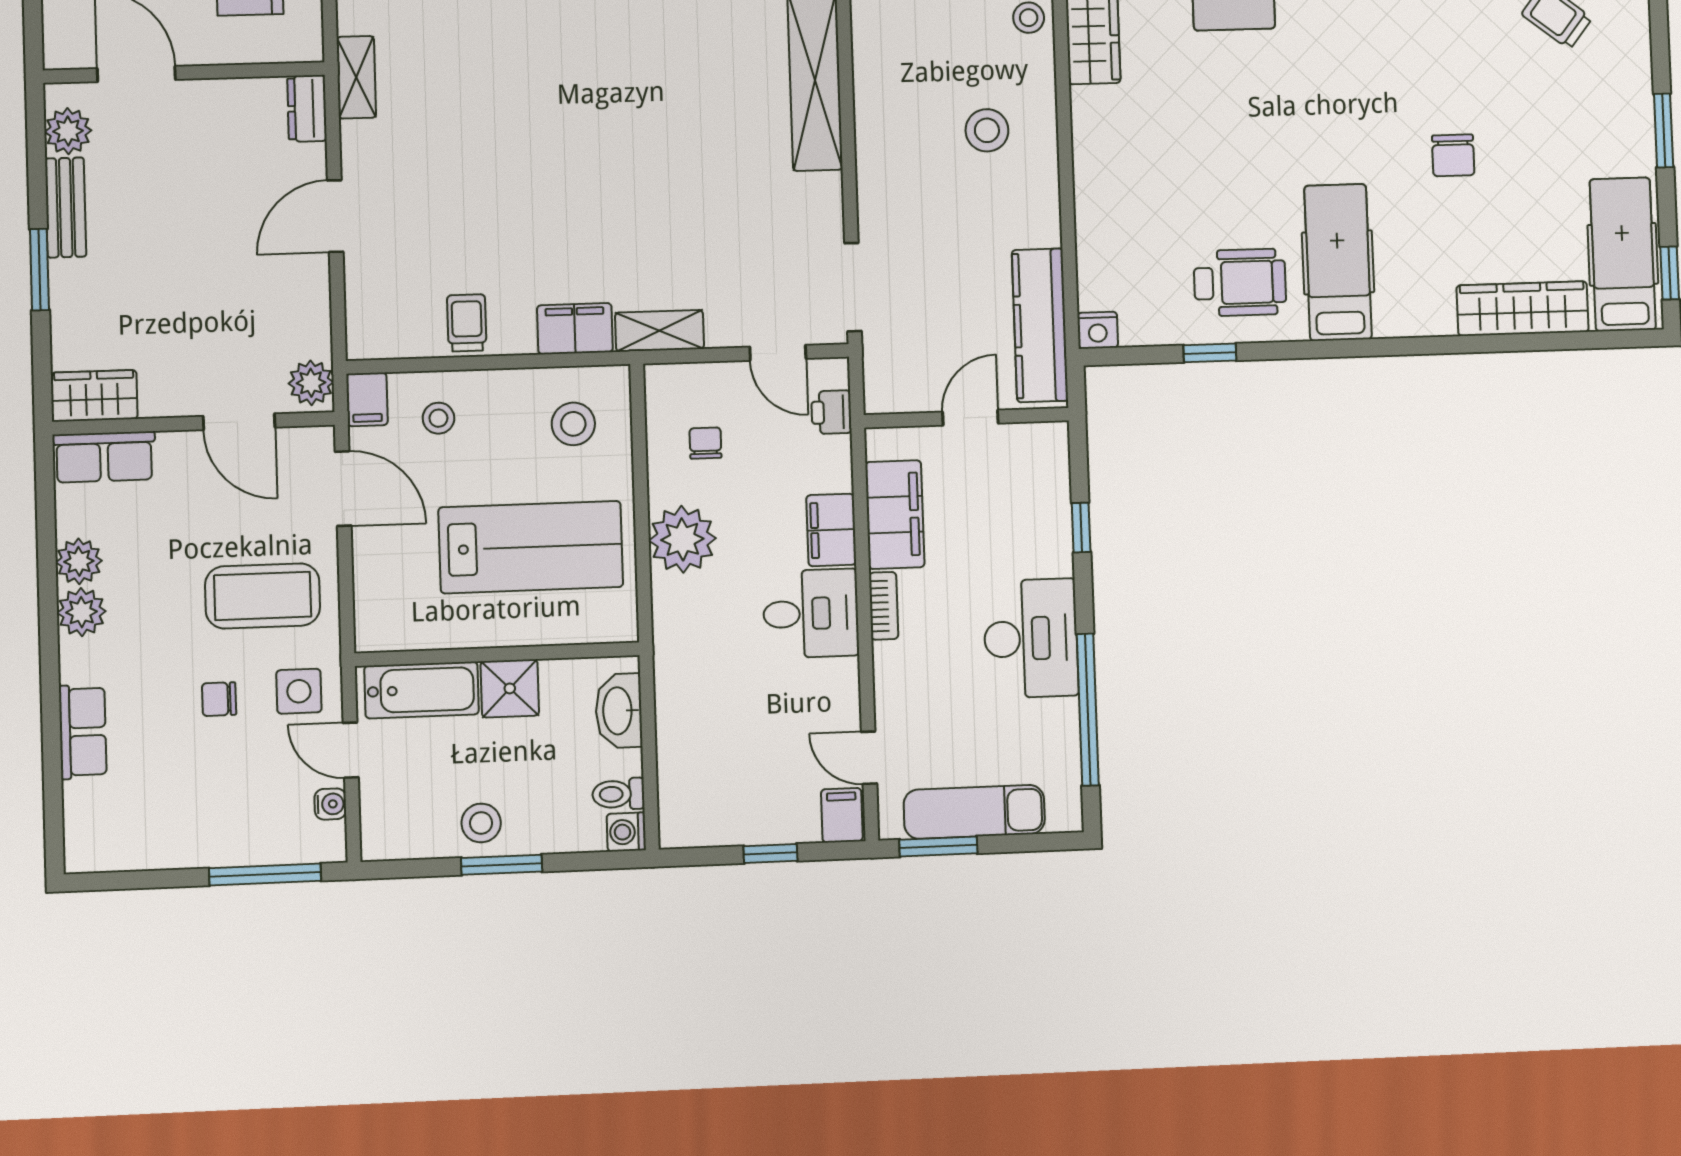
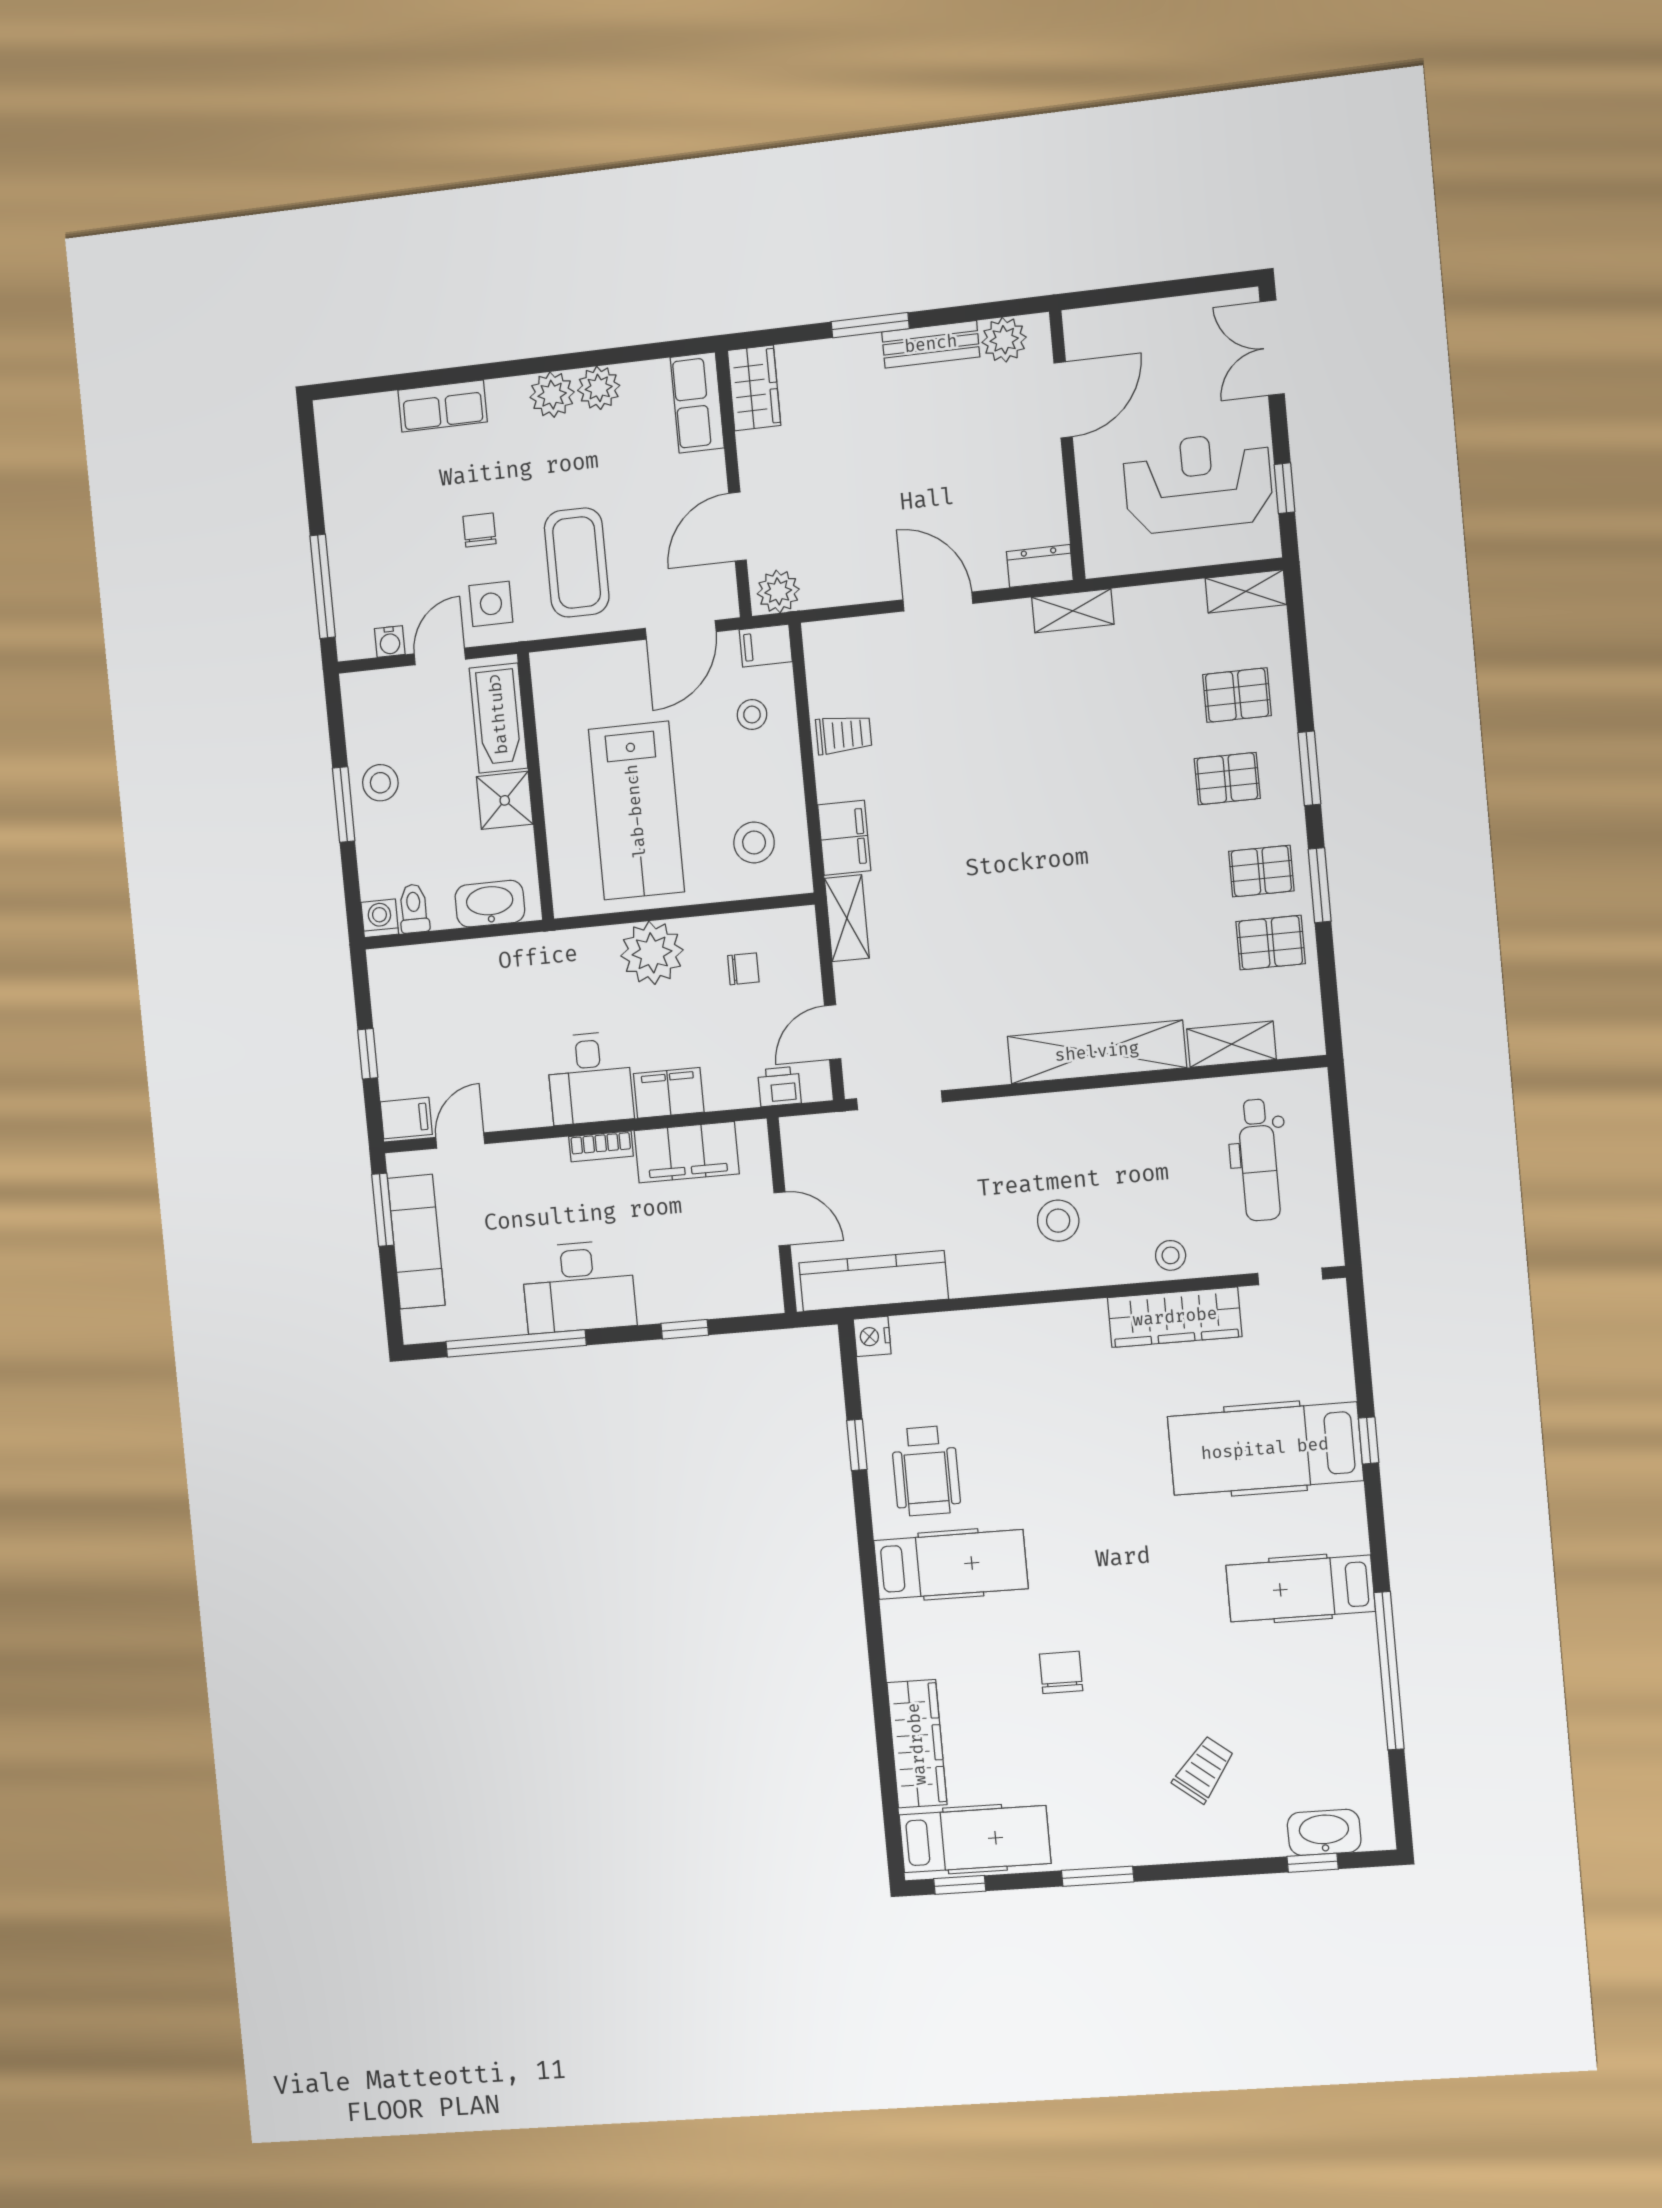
chair: (1453, 155) -> (1061, 1672), turned 90

